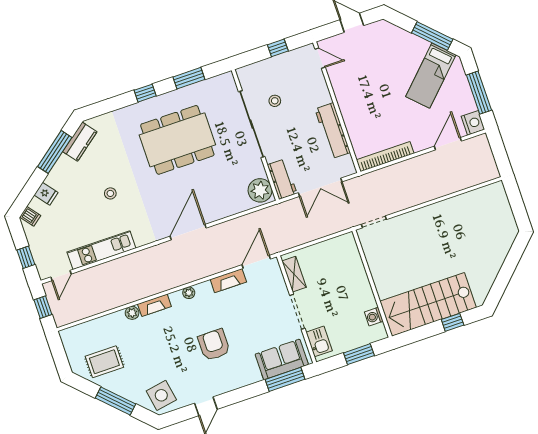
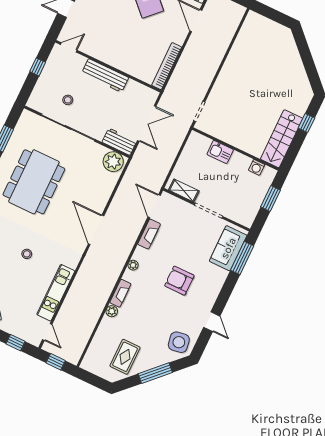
workbench: (333, 131) -> (105, 75), moved
stairs: (428, 304) -> (282, 139), width x0.73, depth x0.66
kitchen sink: (319, 341) -> (220, 152), moved, turned 180

